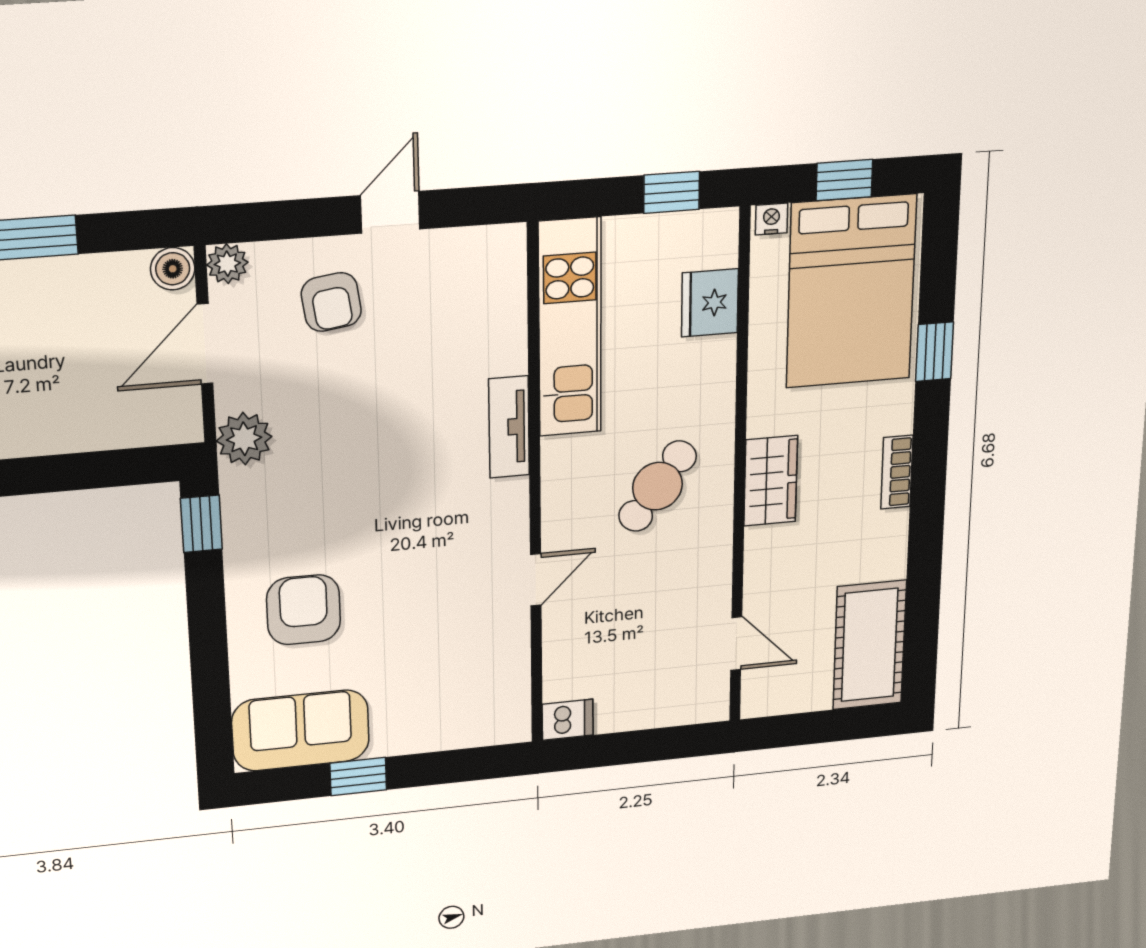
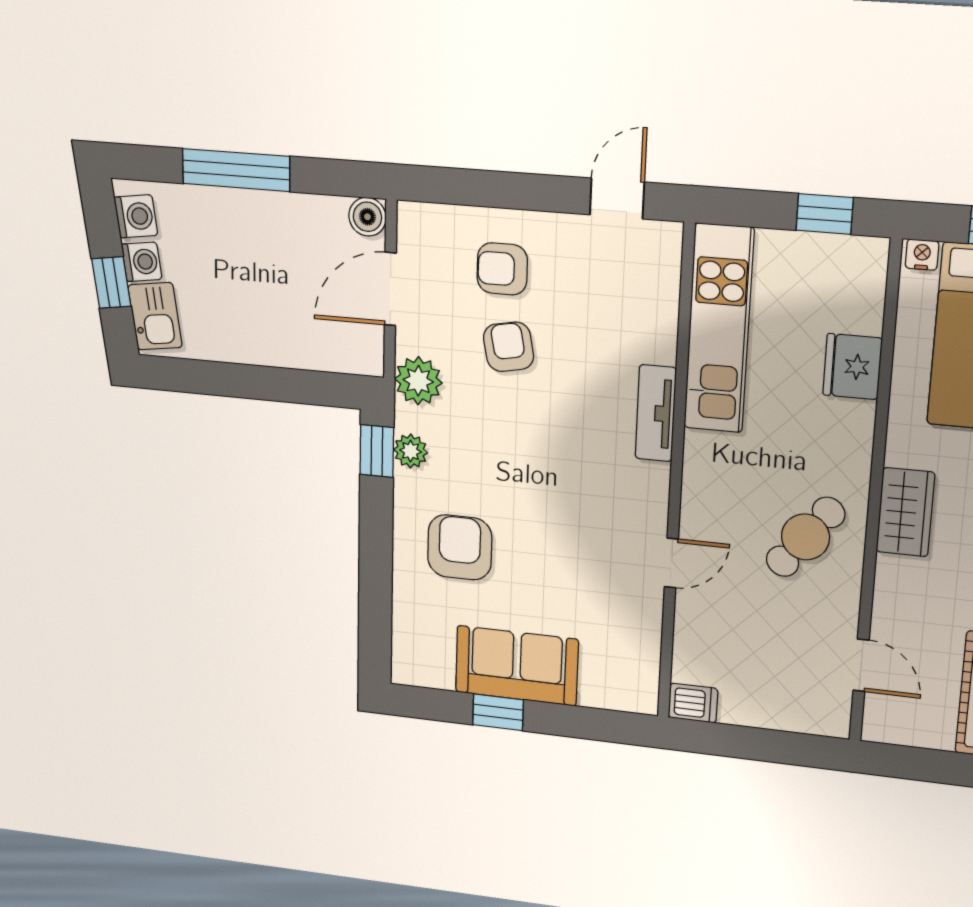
door: (390, 212) -> (617, 198), moved
plant: (227, 264) -> (411, 451), moved
armchair: (331, 302) -> (502, 269), turned 98
fridge: (710, 303) -> (853, 367), moved
armchair: (344, 385) -> (509, 347), added
cafe table: (657, 486) -> (805, 537), moved
sofa: (301, 730) -> (517, 666), moved

